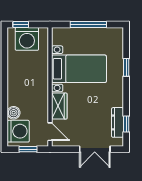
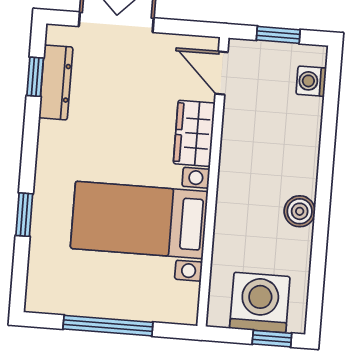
boiler: (14, 113) -> (300, 211), moved
washing machine: (18, 131) -> (311, 81), width x0.53, depth x0.53

